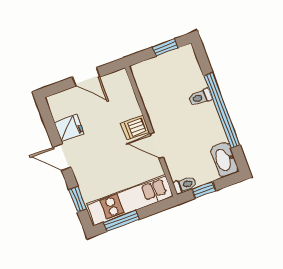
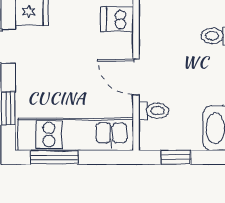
dishwasher: (135, 128) -> (117, 19), moved
toilet: (185, 185) -> (154, 111), moved

